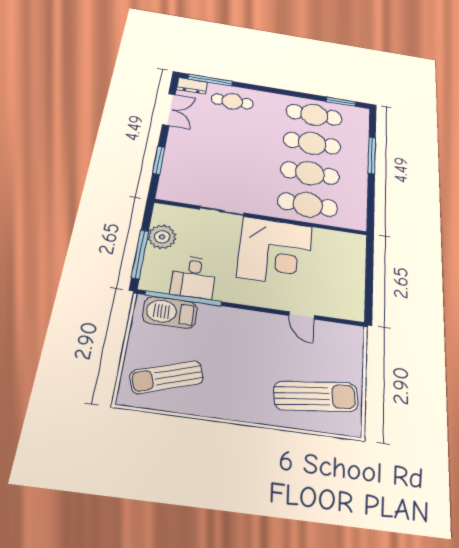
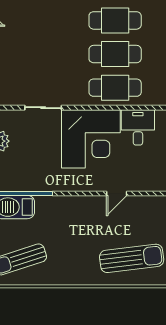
desk: (194, 277) -> (138, 127), moved, turned 180
door: (302, 315) -> (117, 193), hinge flipped

